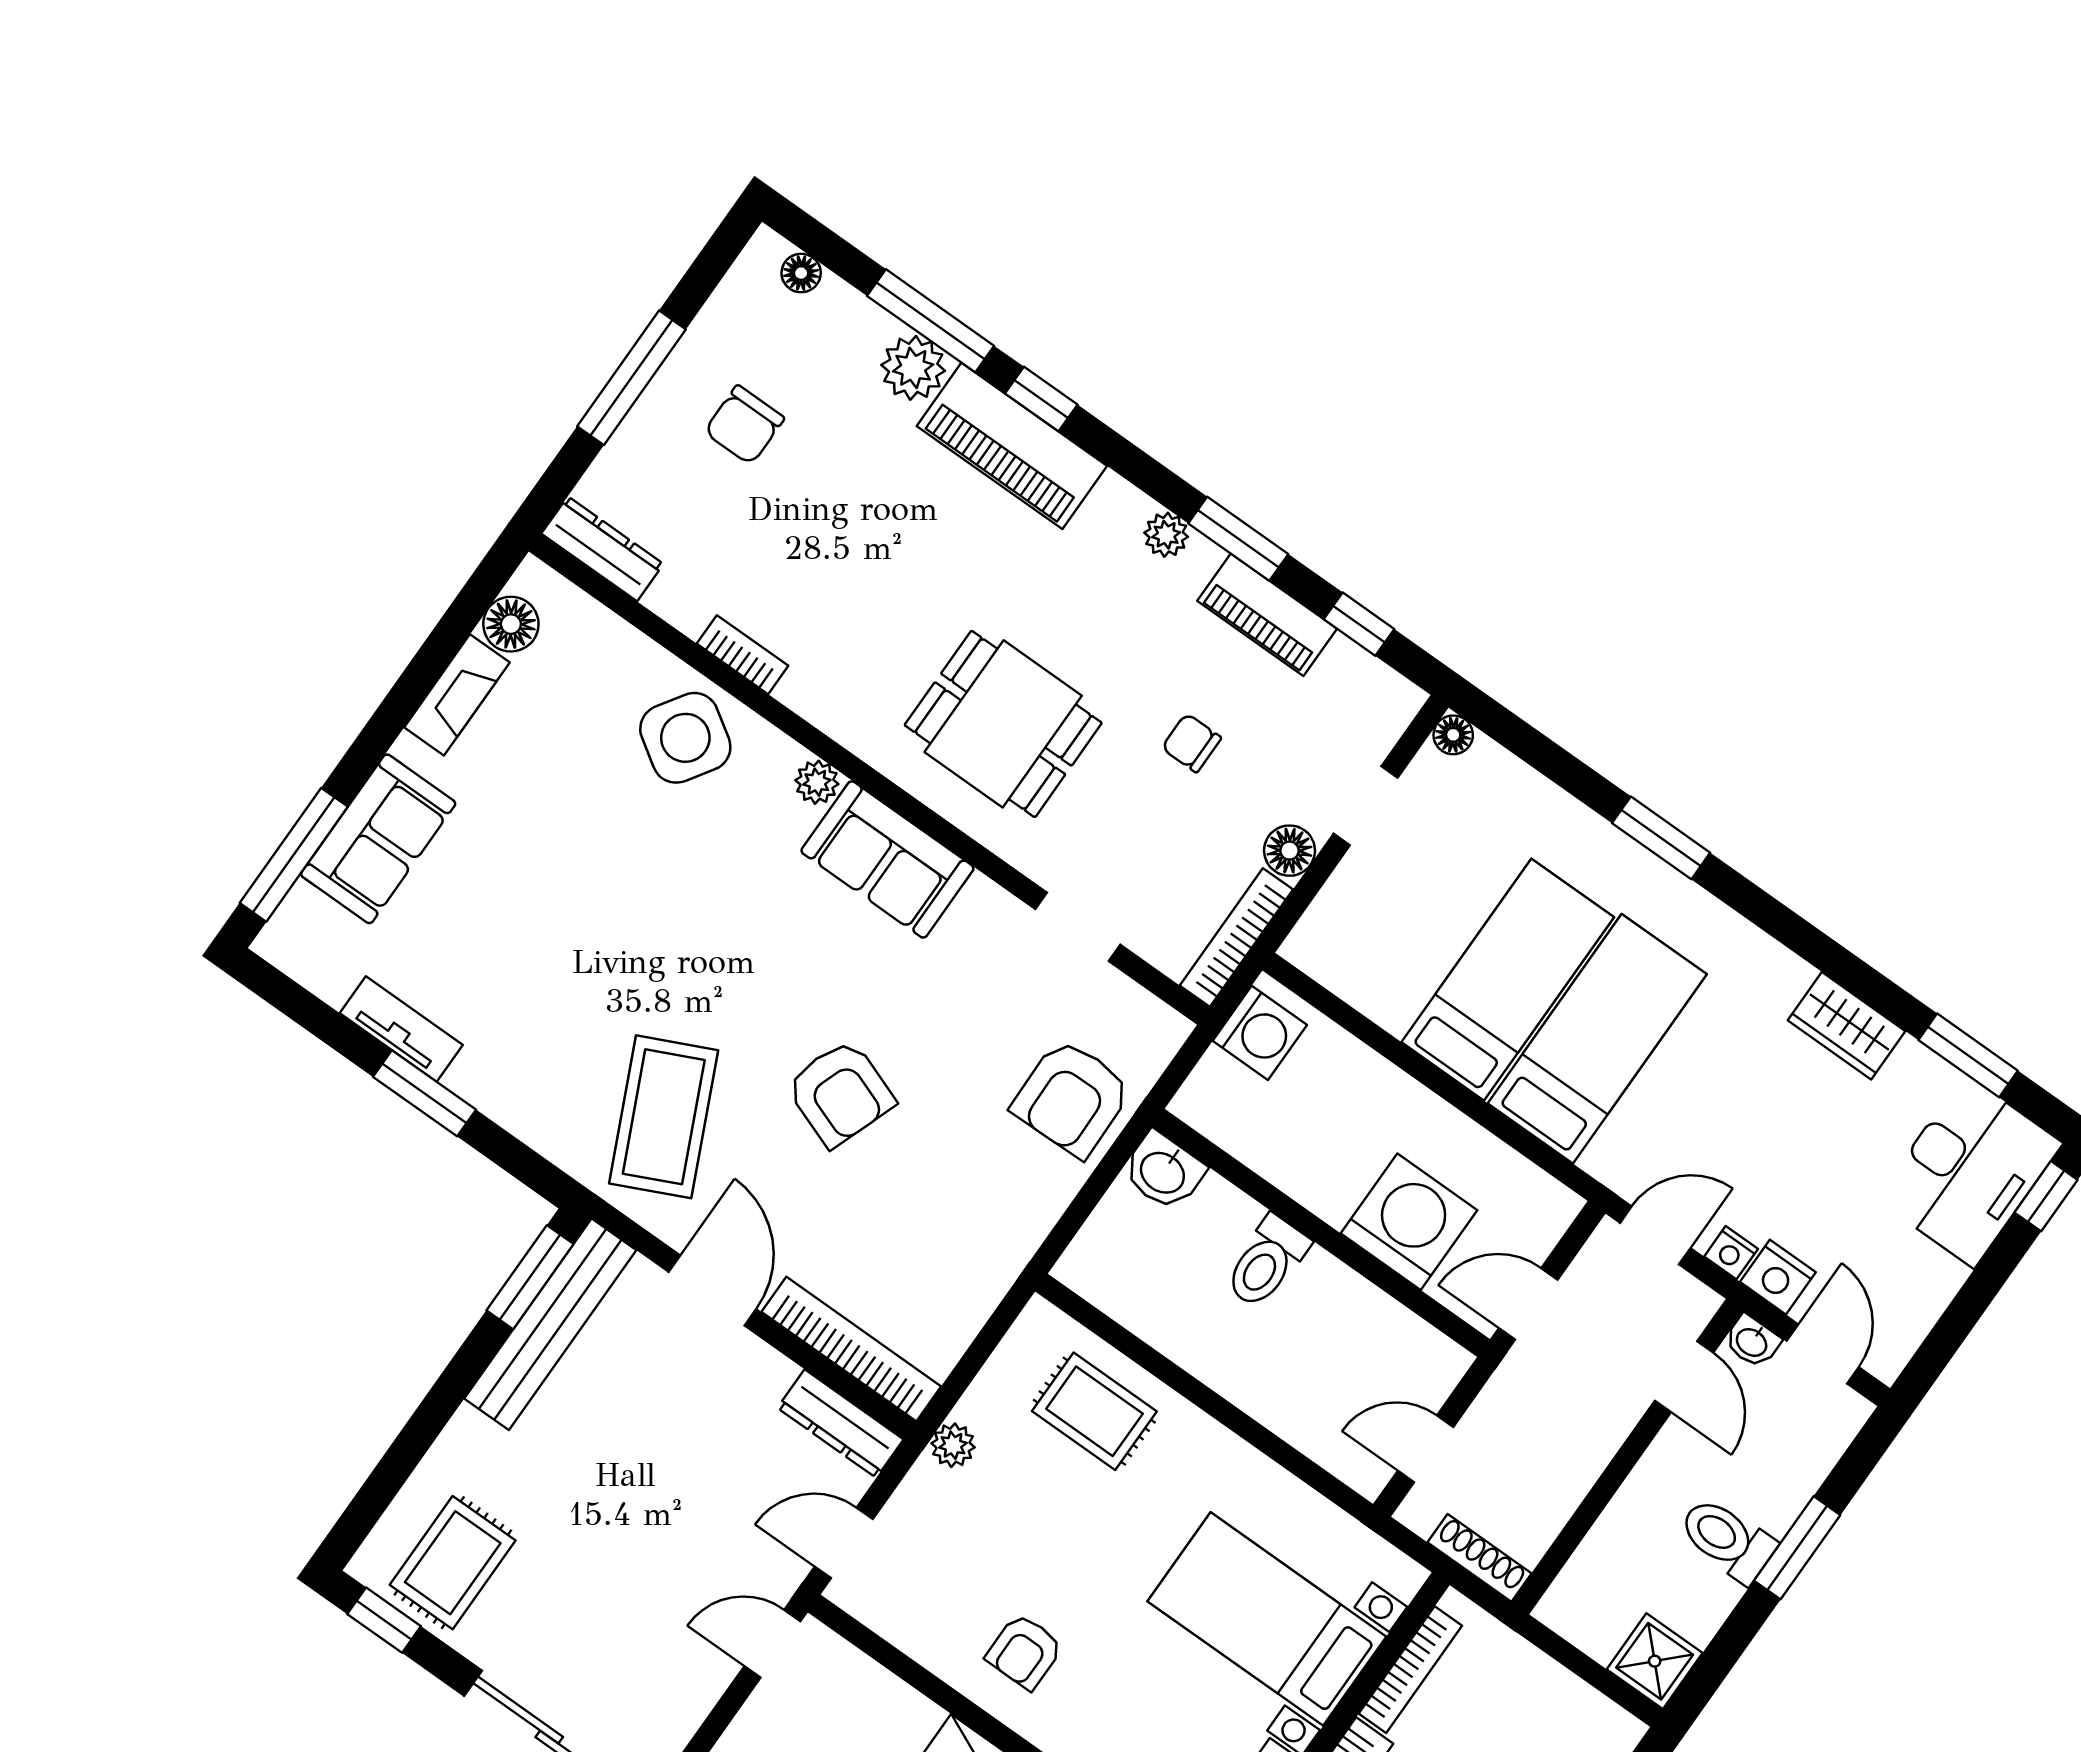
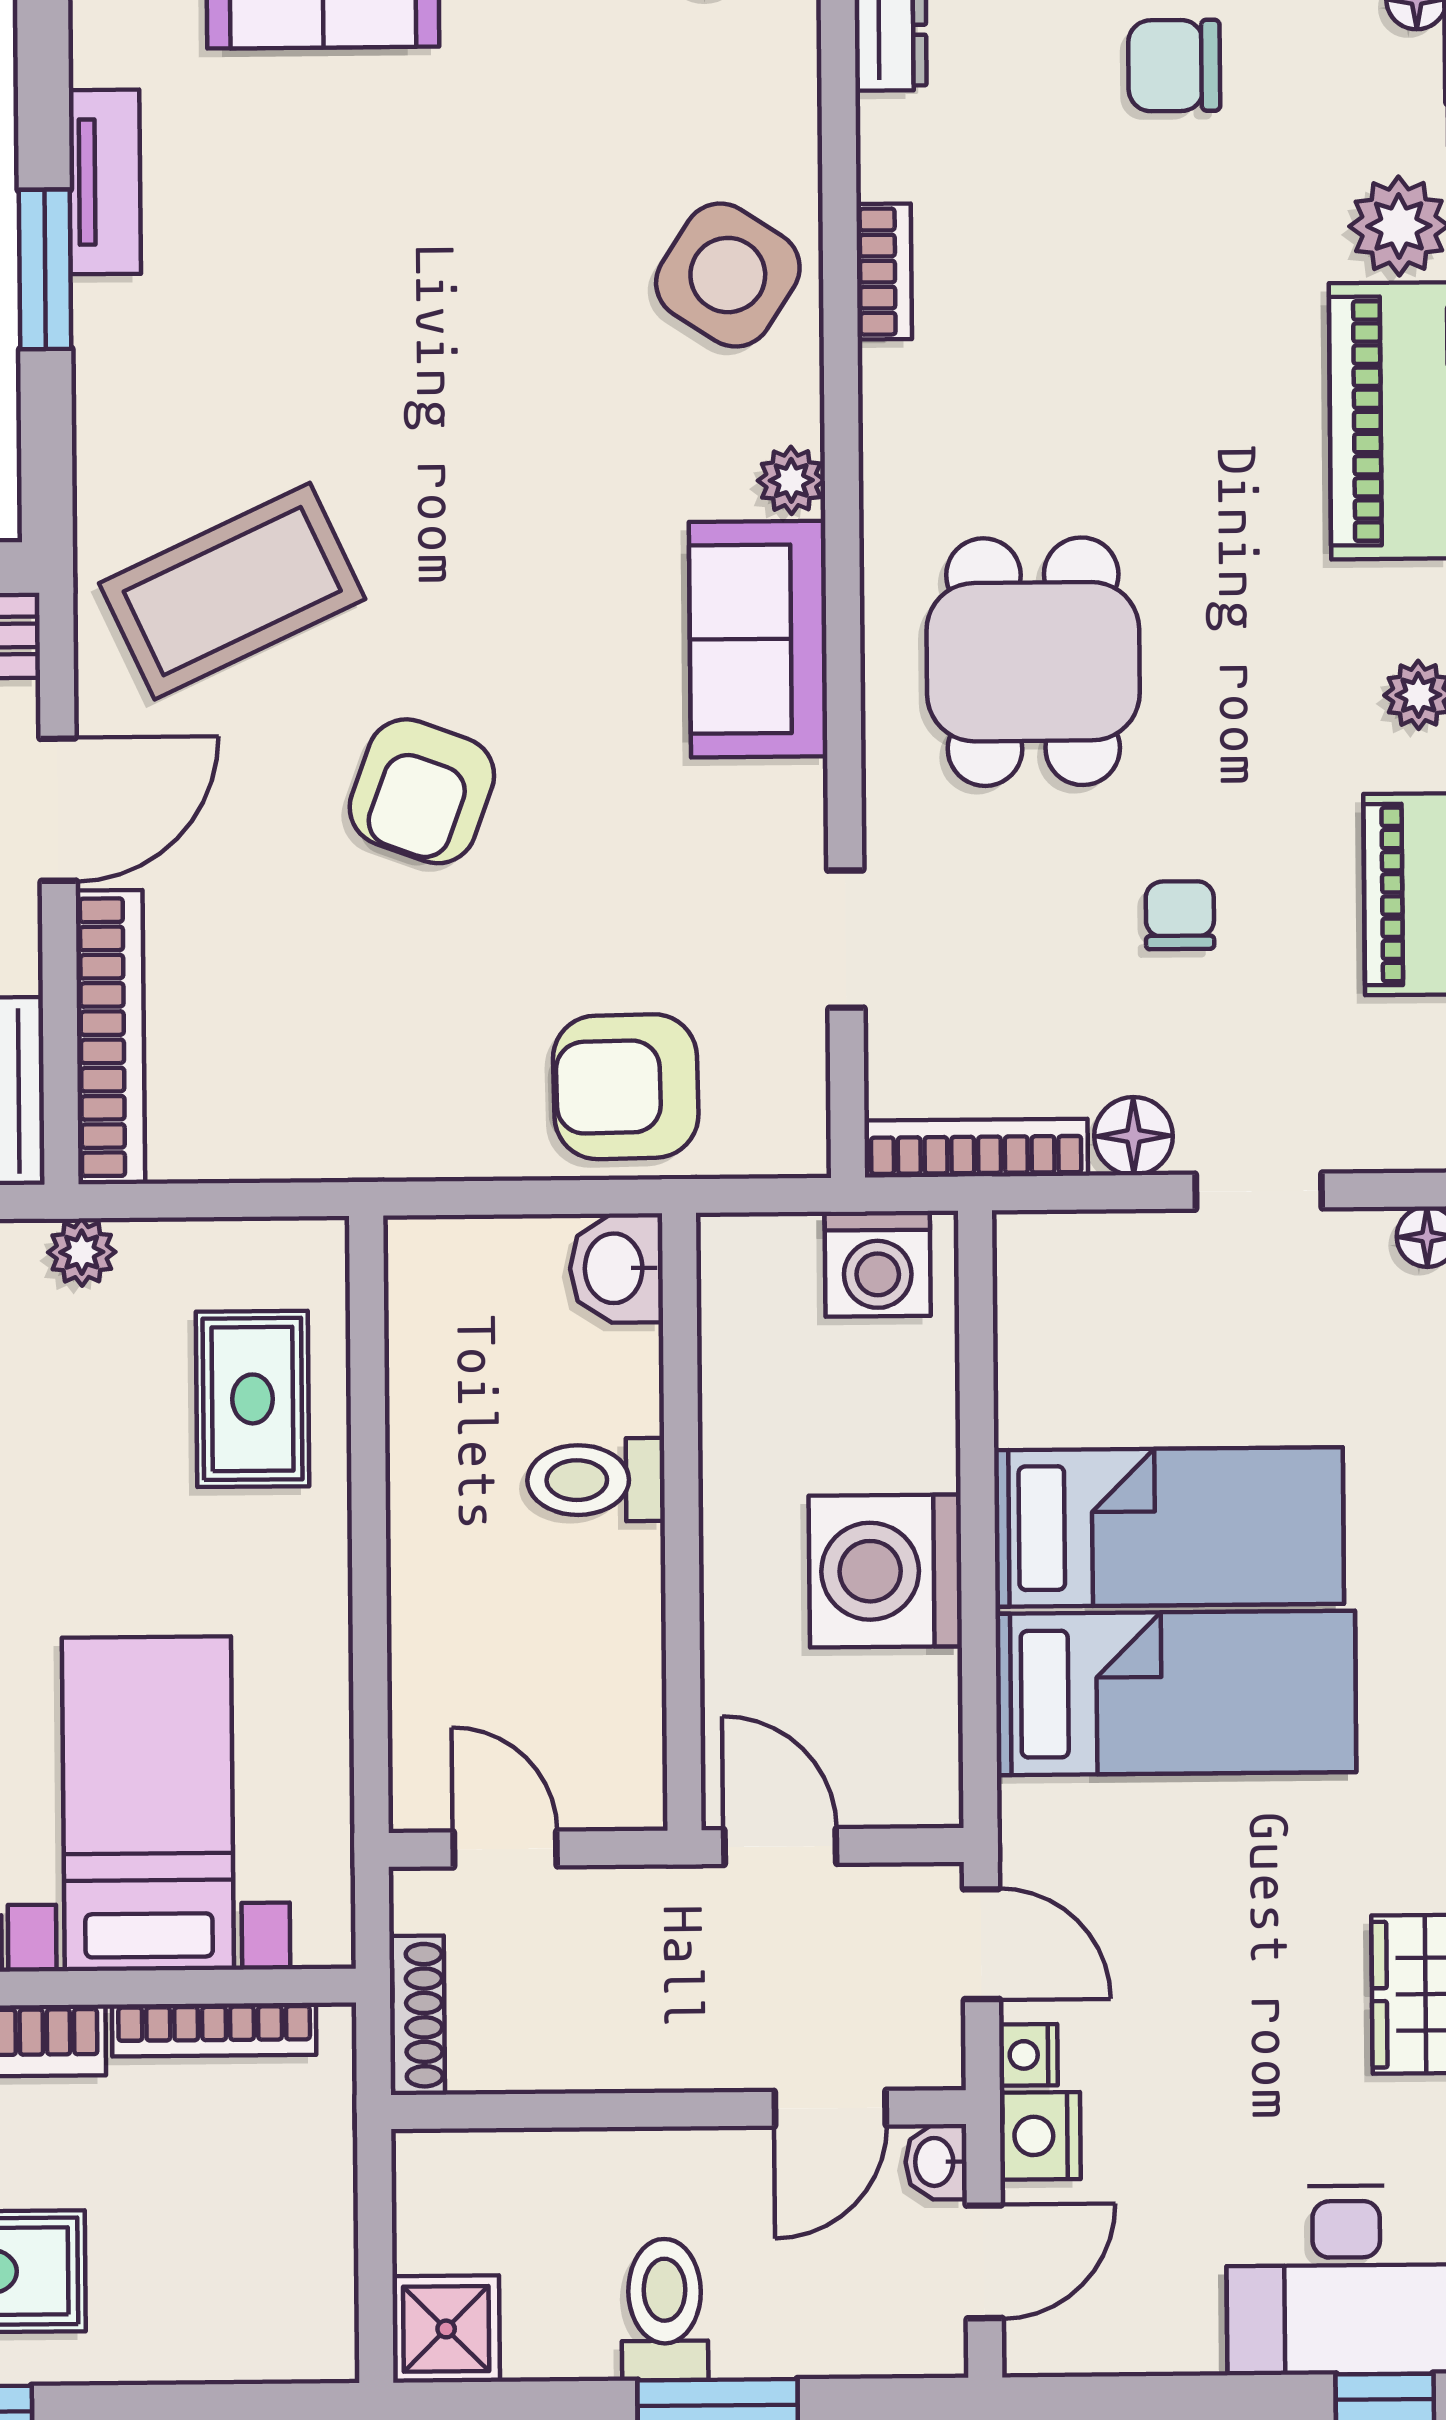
washing machine: (1409, 1222) -> (885, 1571), moved, turned 180

